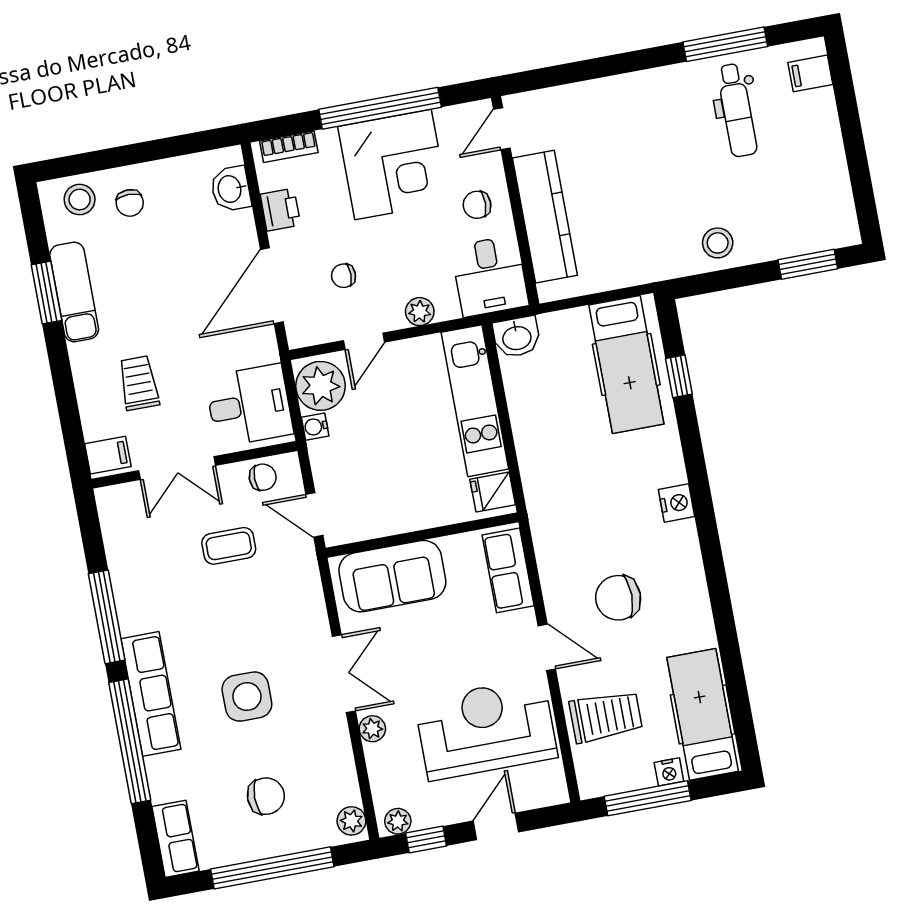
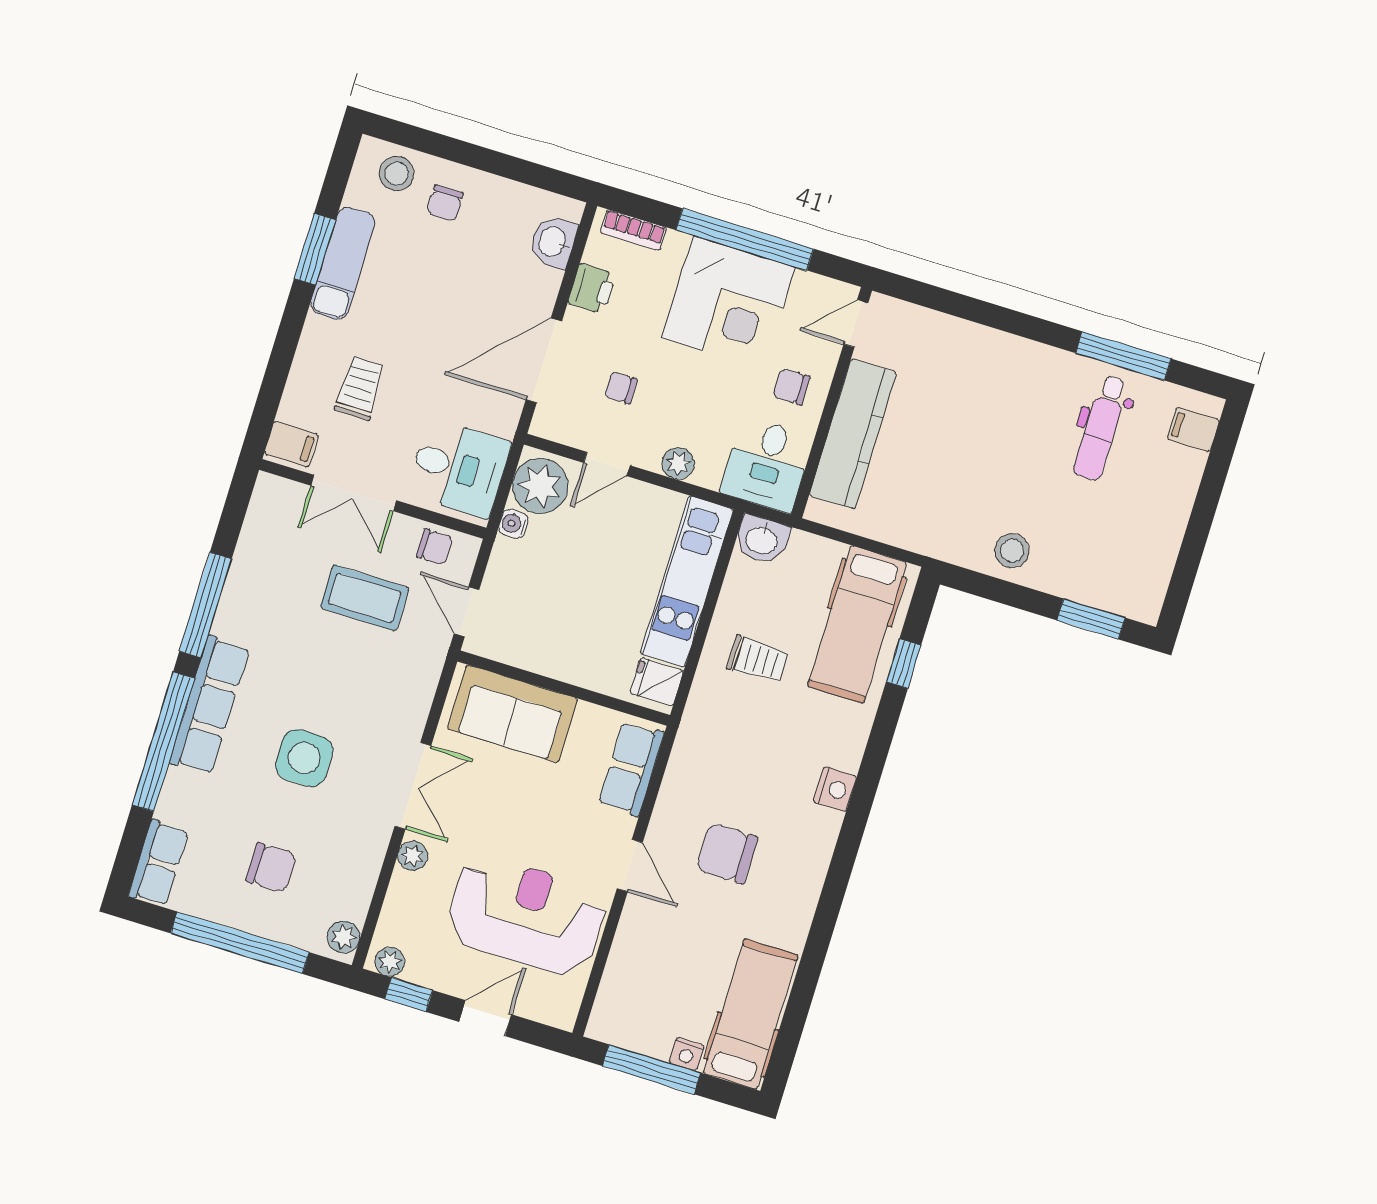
coffee table: (229, 546) -> (365, 598), width x1.36, depth x1.30
trolley: (606, 717) -> (758, 659), moved, width x0.73, depth x0.72

